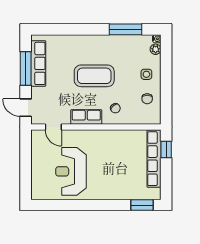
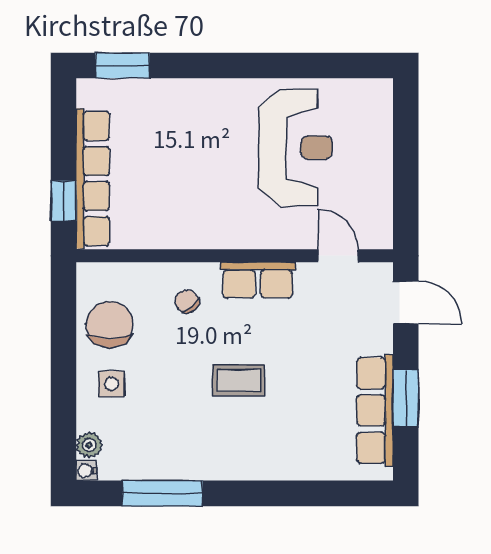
window: (26, 68) -> (406, 398), width x0.69
coffee table: (94, 76) -> (239, 380), width x0.54, depth x0.58
chair: (147, 99) -> (110, 325), width x1.87, depth x1.87

